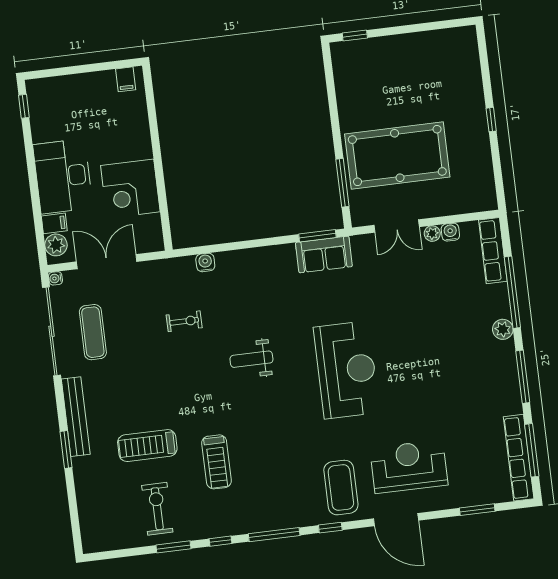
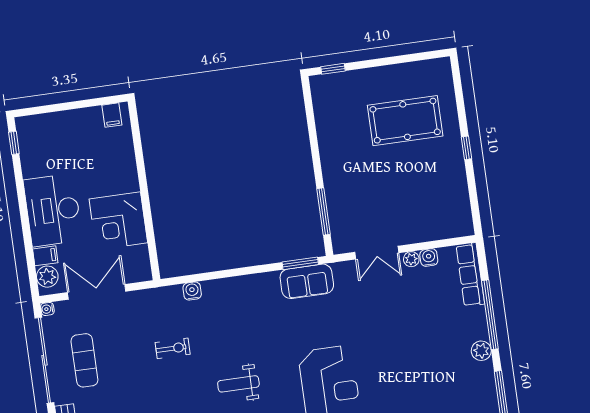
pool table: (397, 156) -> (405, 121), moved, width x0.73, depth x0.76

